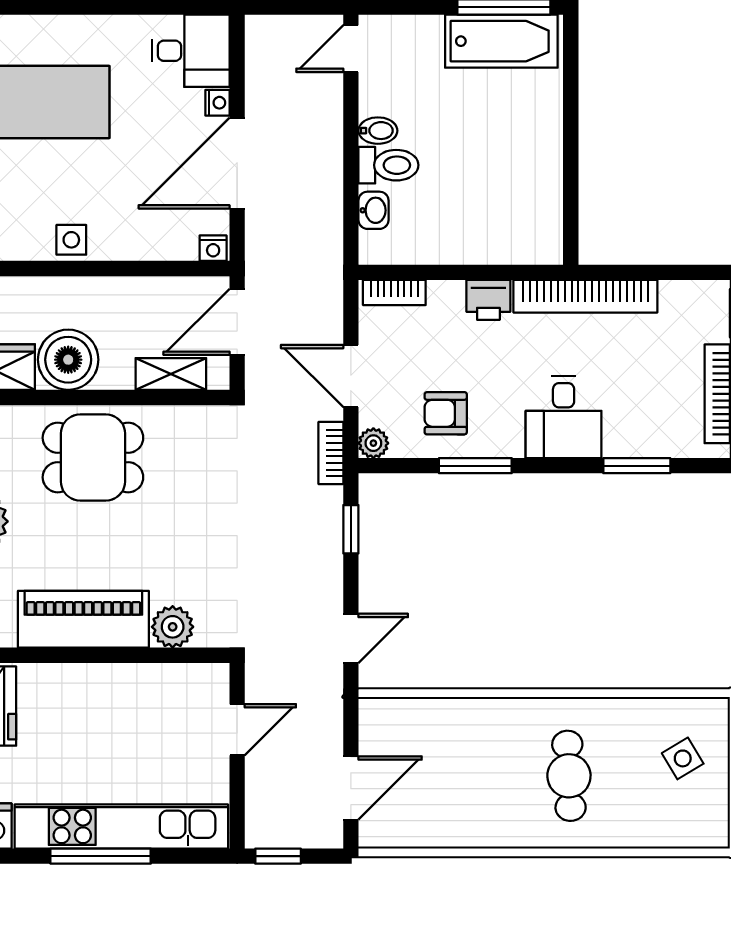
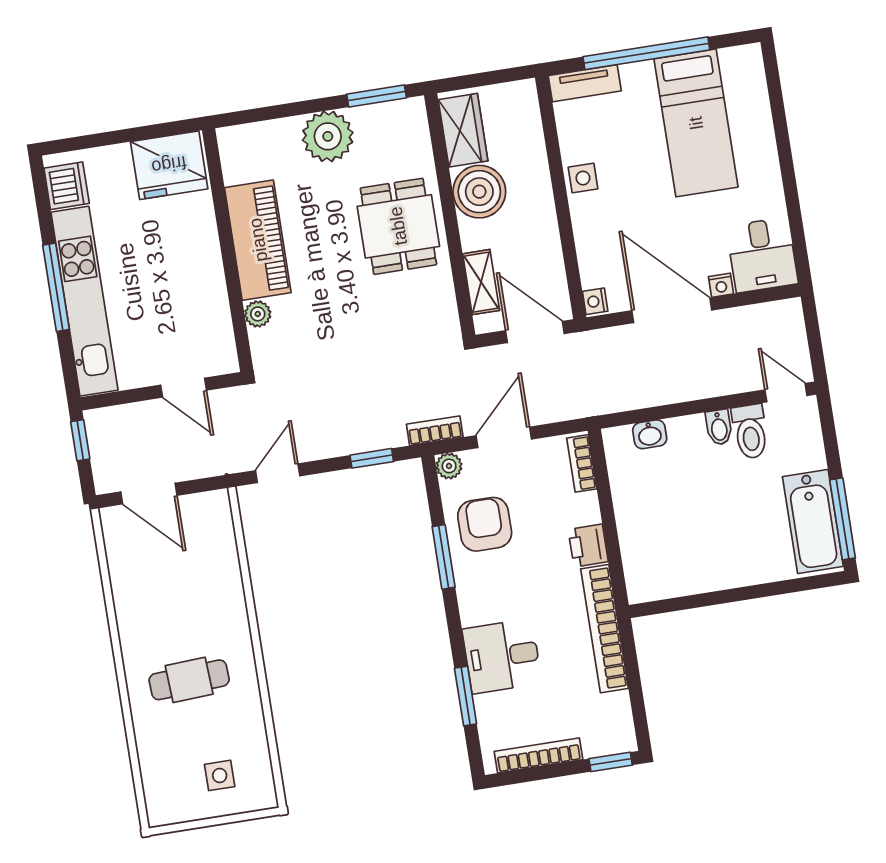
toilet: (388, 165) -> (750, 432), moved
armchair: (446, 413) -> (485, 524), width x1.38, depth x1.38
desk: (564, 417) -> (502, 656), moved
plant: (173, 627) -> (258, 314), width x0.73, depth x0.73
door: (351, 638) -> (278, 473), swing flipped
side table: (683, 758) -> (220, 775), turned 31

